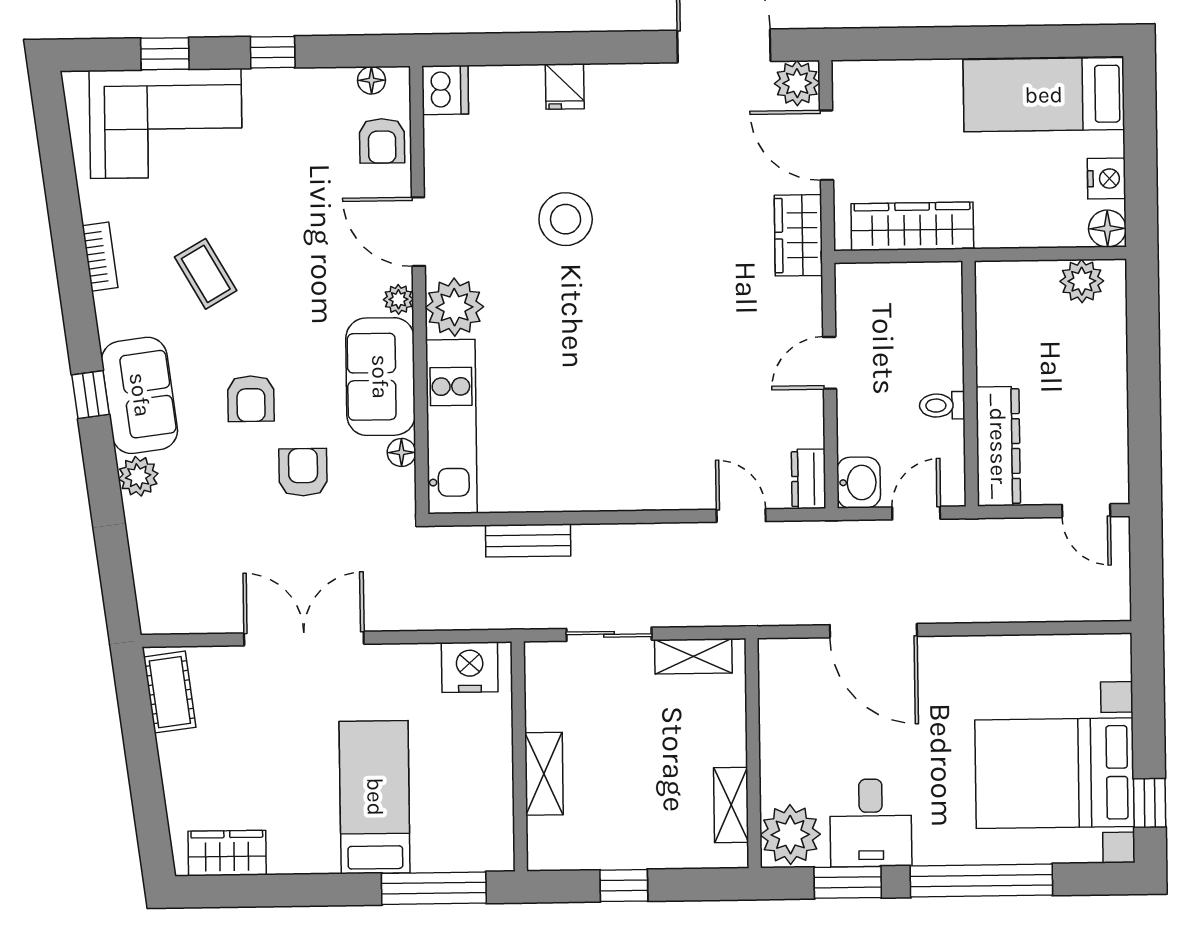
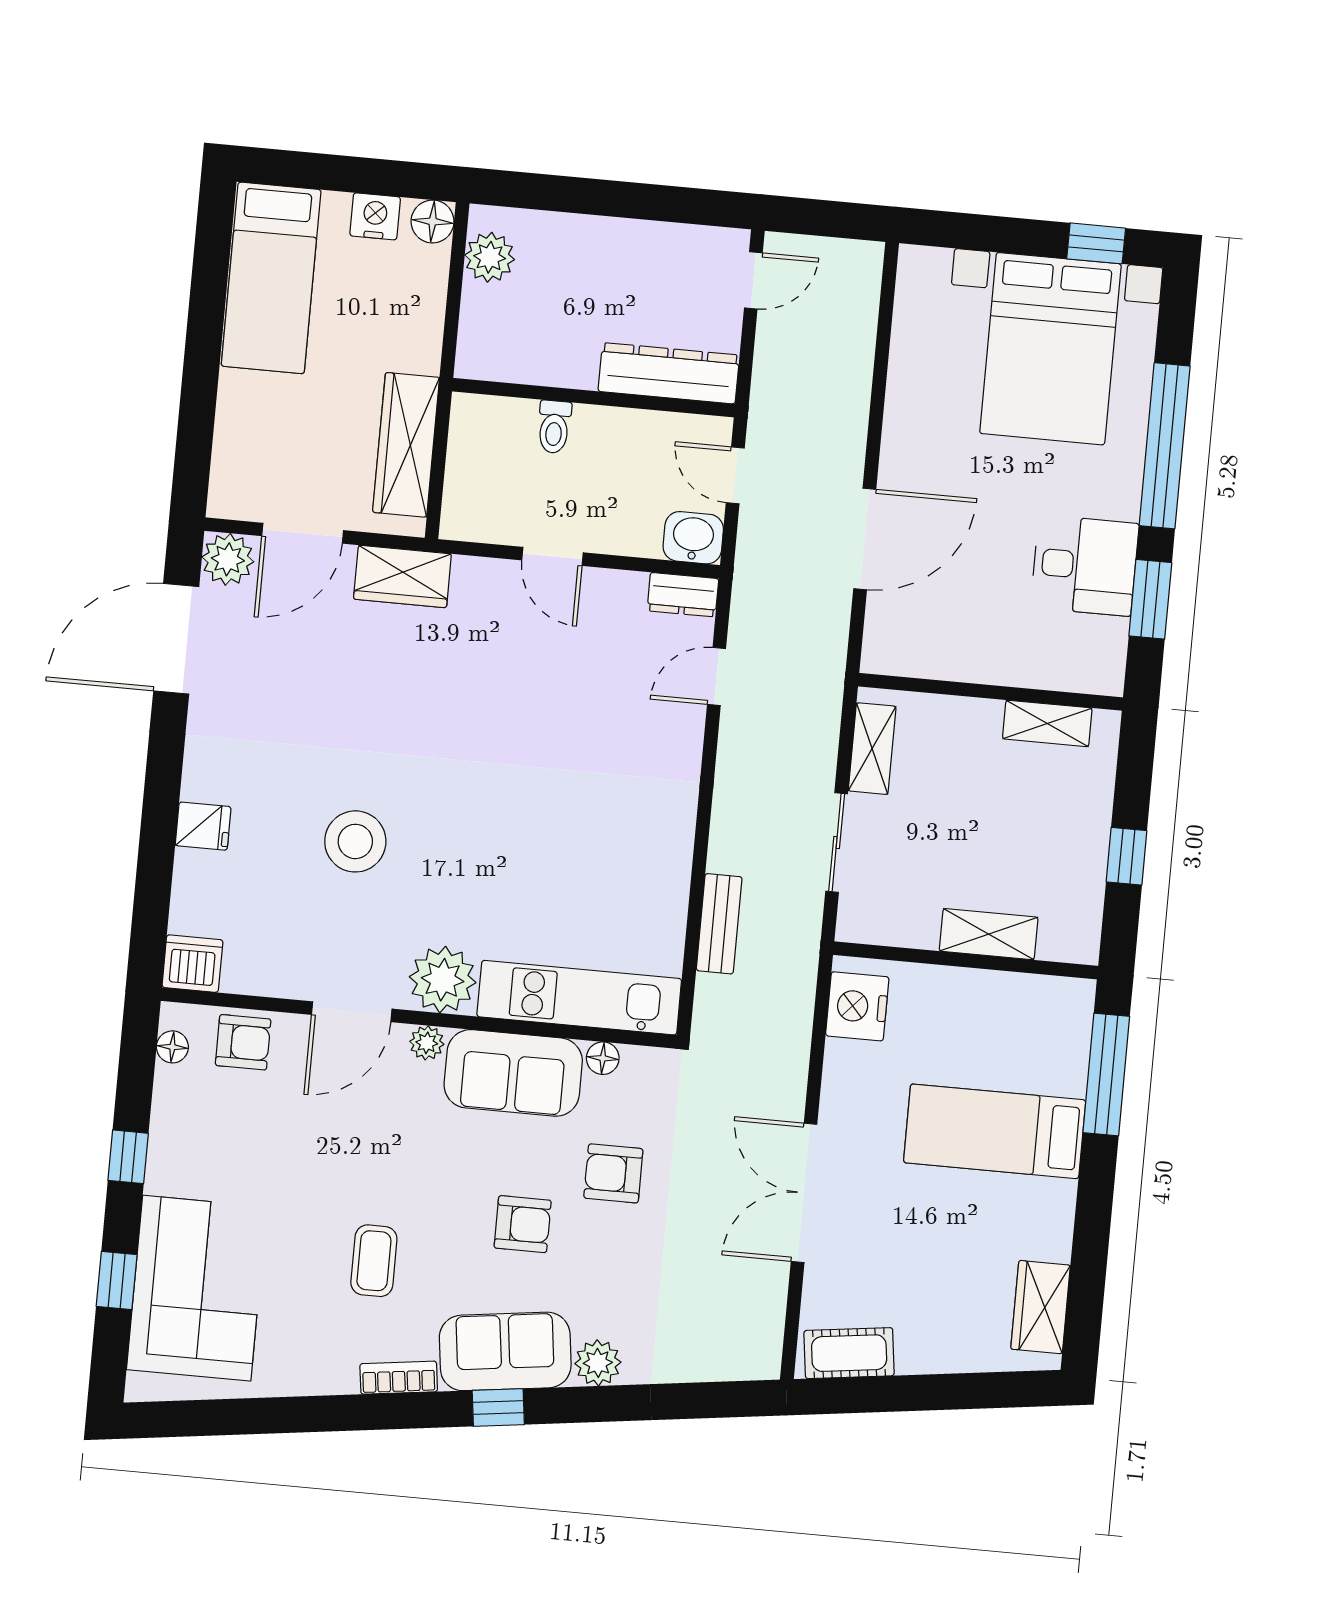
bookcase: (100, 257) -> (399, 1378), moved
coffee table: (206, 274) -> (374, 1261), turned -60
toilet: (942, 405) -> (554, 427), moved
plant: (790, 835) -> (1088, 659), removed

